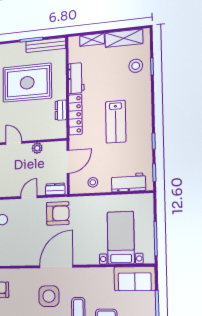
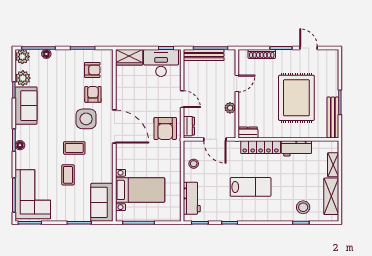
dresser: (61, 110) -> (248, 132), moved
lab bench: (116, 122) -> (251, 187), turned 180
armchair: (25, 289) -> (93, 94), added

